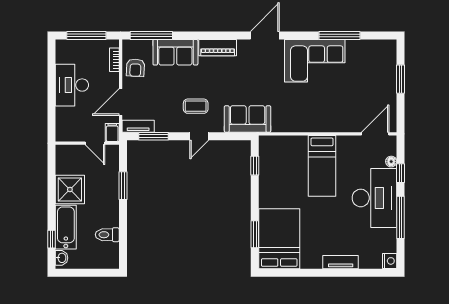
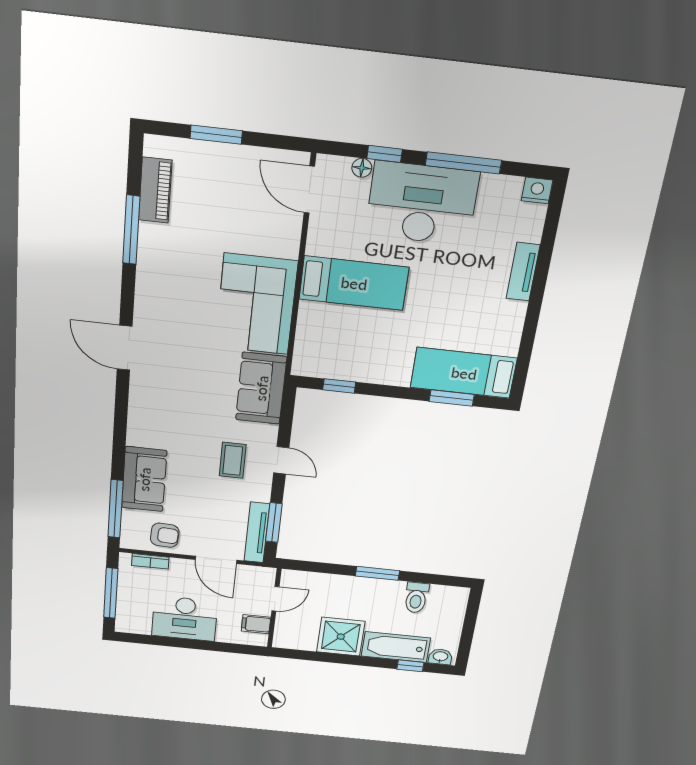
piano: (218, 48) -> (155, 190), moved
corner sofa: (315, 61) -> (256, 304), moved, turned 180
tv unit: (138, 126) -> (257, 533), width x1.41
filing cabinet: (112, 132) -> (256, 624), moved
window: (123, 186) -> (377, 573), moved
bed: (279, 239) -> (464, 373), width x0.67

